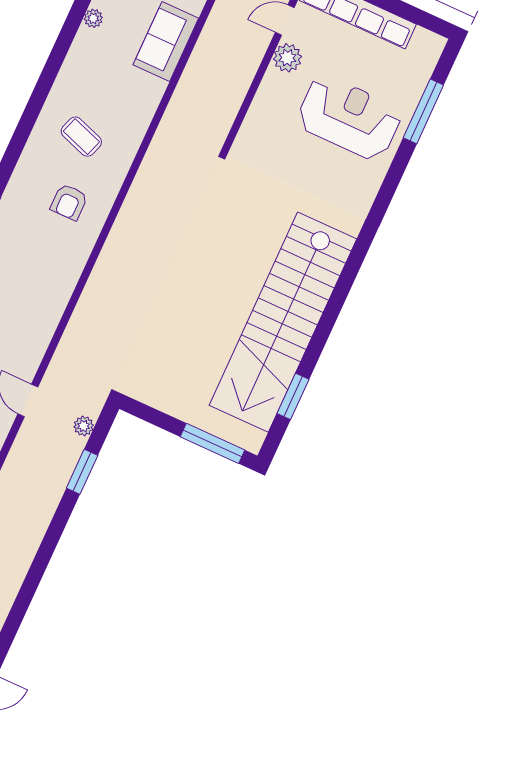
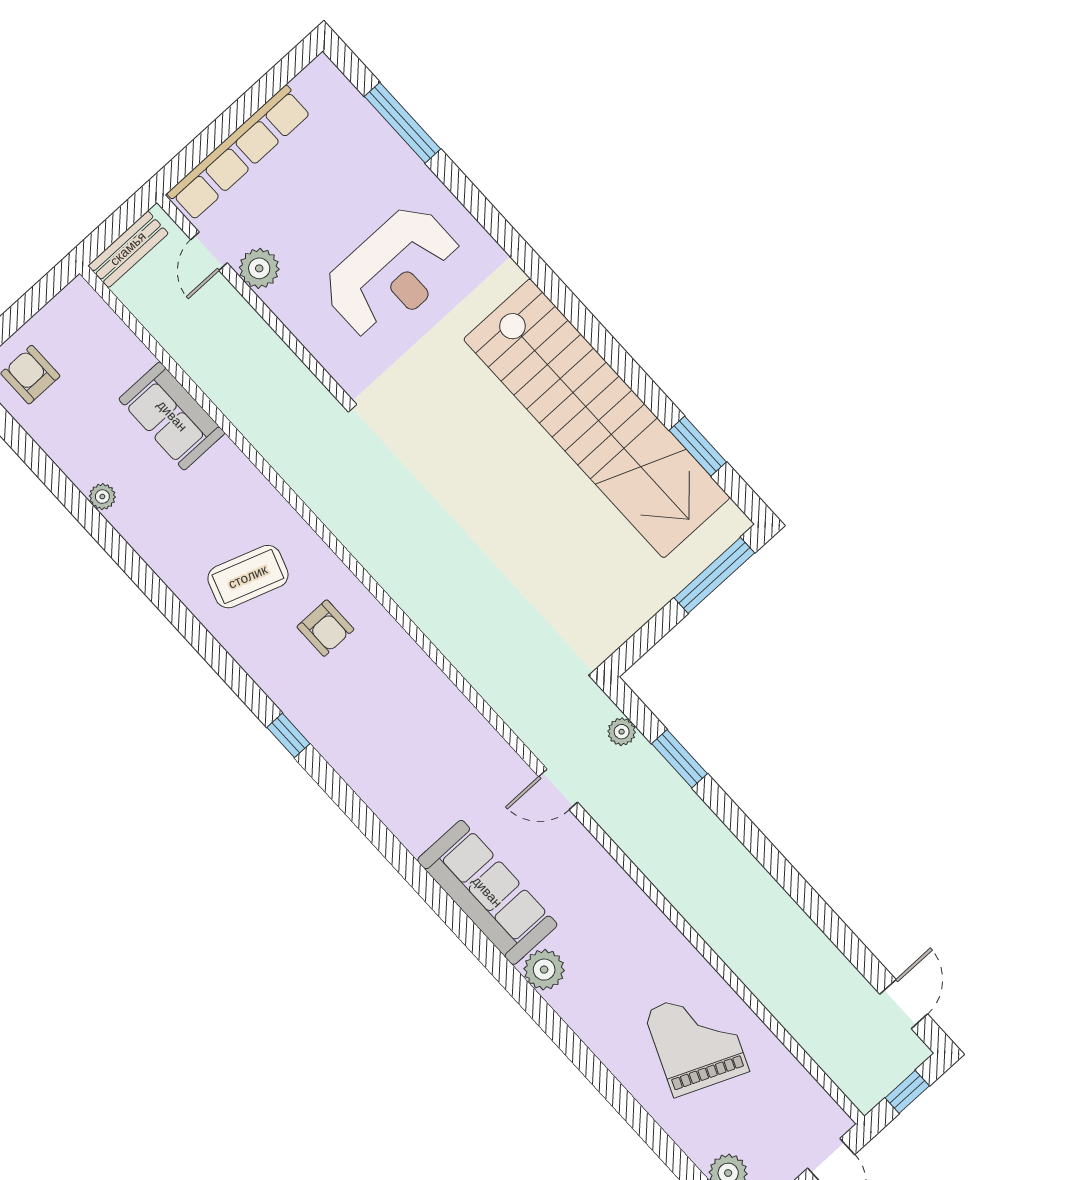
reception desk: (349, 117) -> (393, 273), moved, turned 180
coffee table: (81, 137) -> (248, 577), width x1.36, depth x1.30

